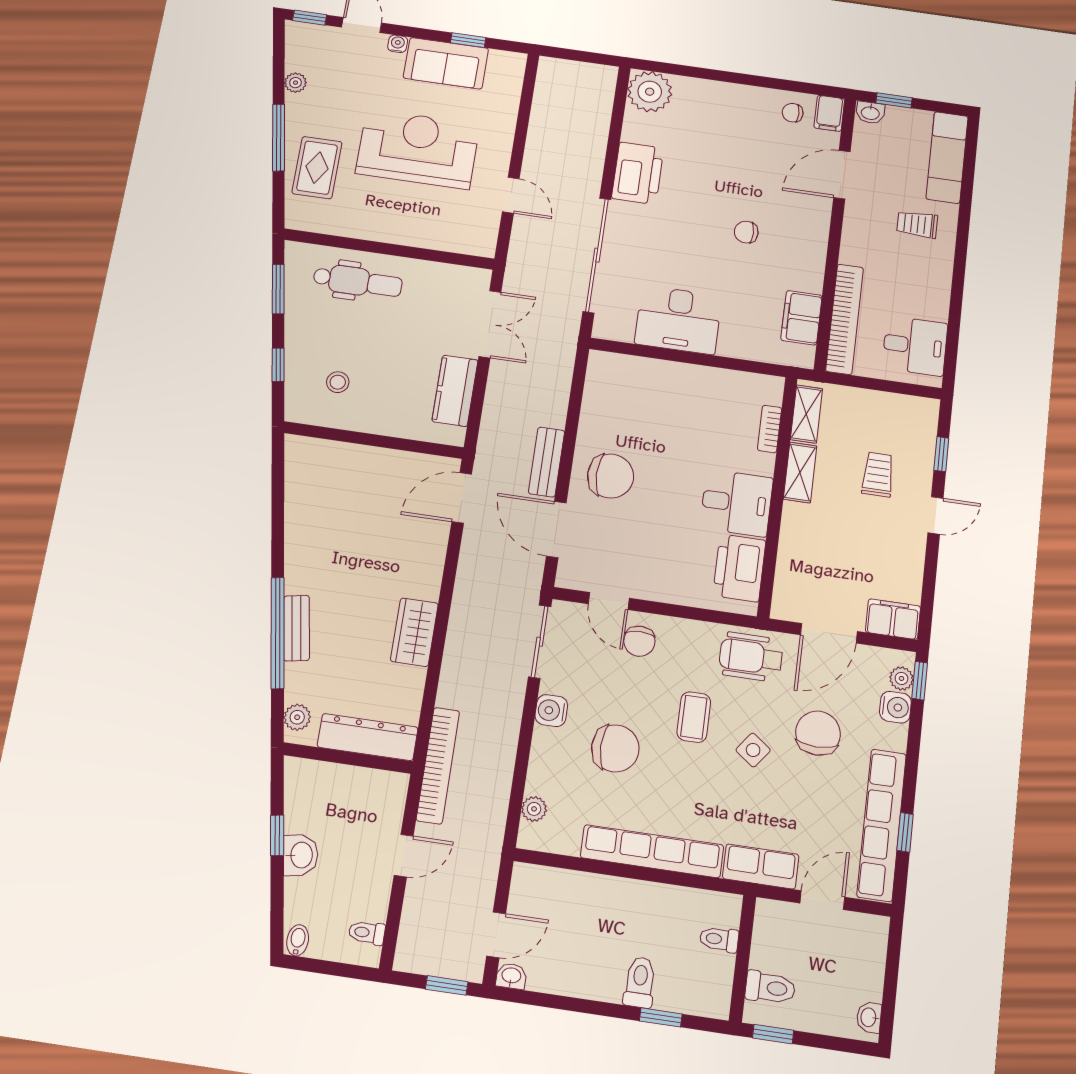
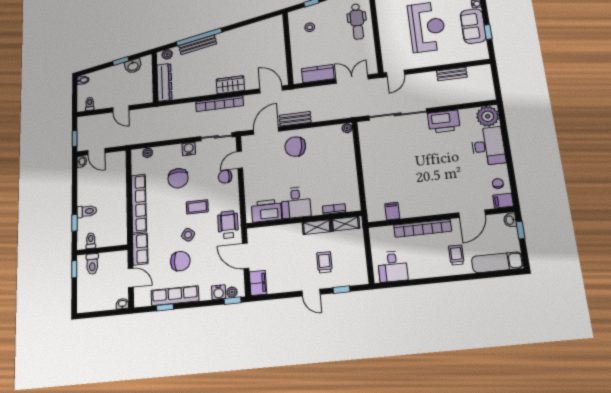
bench: (539, 131) -> (452, 74), added
door: (842, 175) -> (472, 214), swing flipped
door: (511, 195) -> (396, 73), moved
chair: (746, 232) -> (428, 176), removed
filing cabinet: (801, 318) -> (392, 211), width x0.50
bookcase: (845, 319) -> (423, 228), moved
desk: (678, 320) -> (488, 146), moved, turned 180
double door: (490, 324) -> (352, 79), swing flipped
plant: (599, 361) -> (347, 128), added
trolley: (878, 475) -> (324, 262), turned -90
chair: (611, 476) -> (295, 147), turned 99
bench: (297, 628) -> (198, 45), width x1.36
wardrobe: (414, 632) -> (230, 85), moved
chair: (818, 733) -> (180, 261), moved
bookcase: (438, 766) -> (220, 104), moved
row of seats: (882, 825) -> (175, 296), width x0.73
washbasin: (301, 855) -> (133, 66), moved
toilet: (719, 939) -> (91, 241), moved
washbasin: (869, 1017) -> (122, 304), moved

